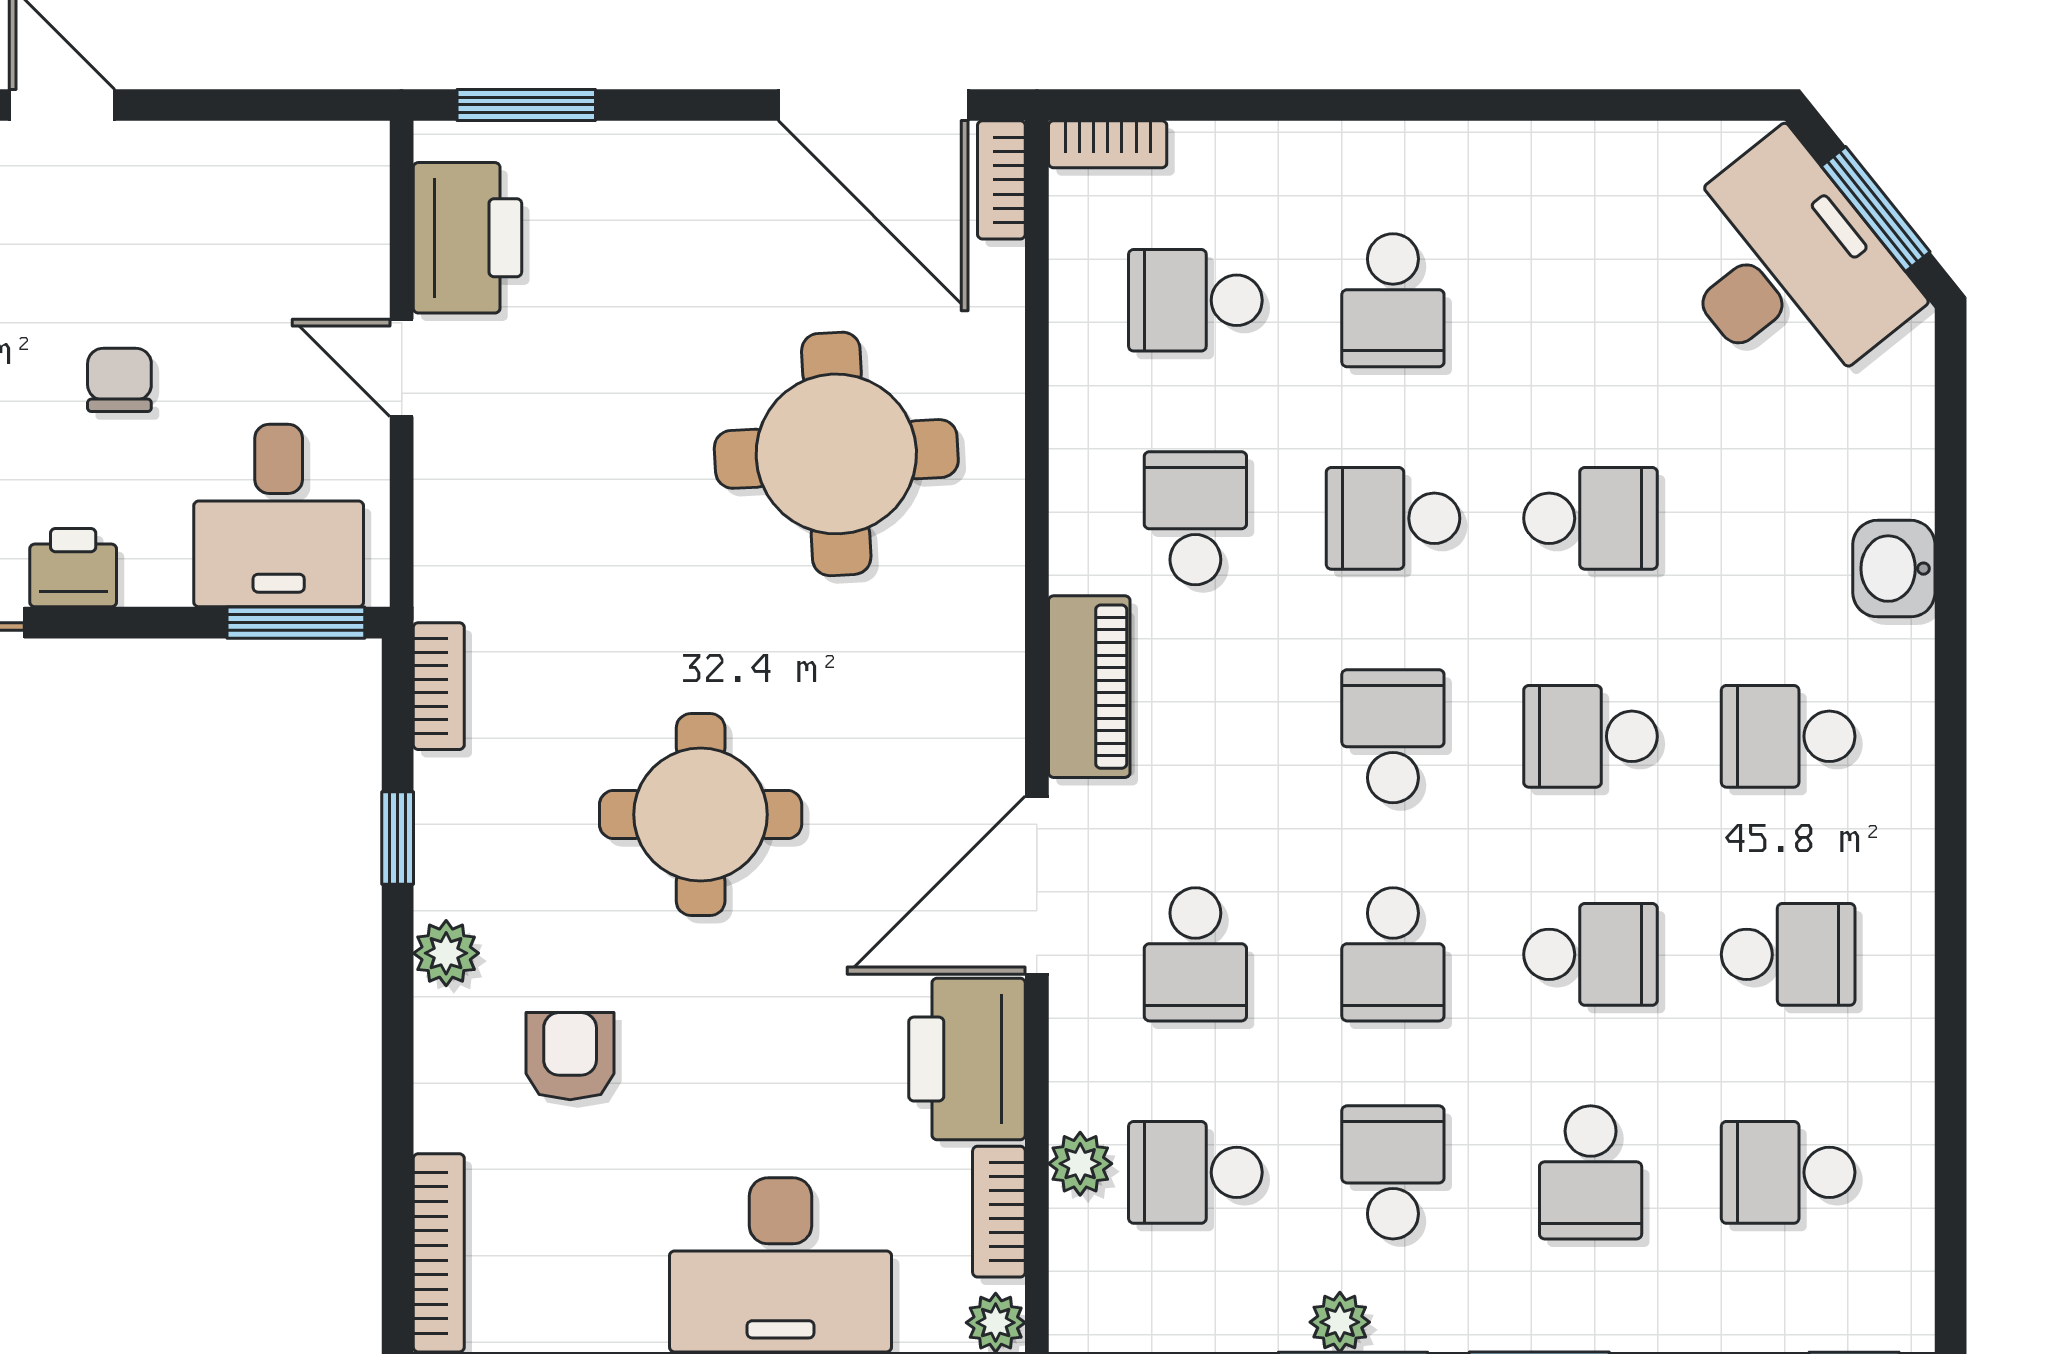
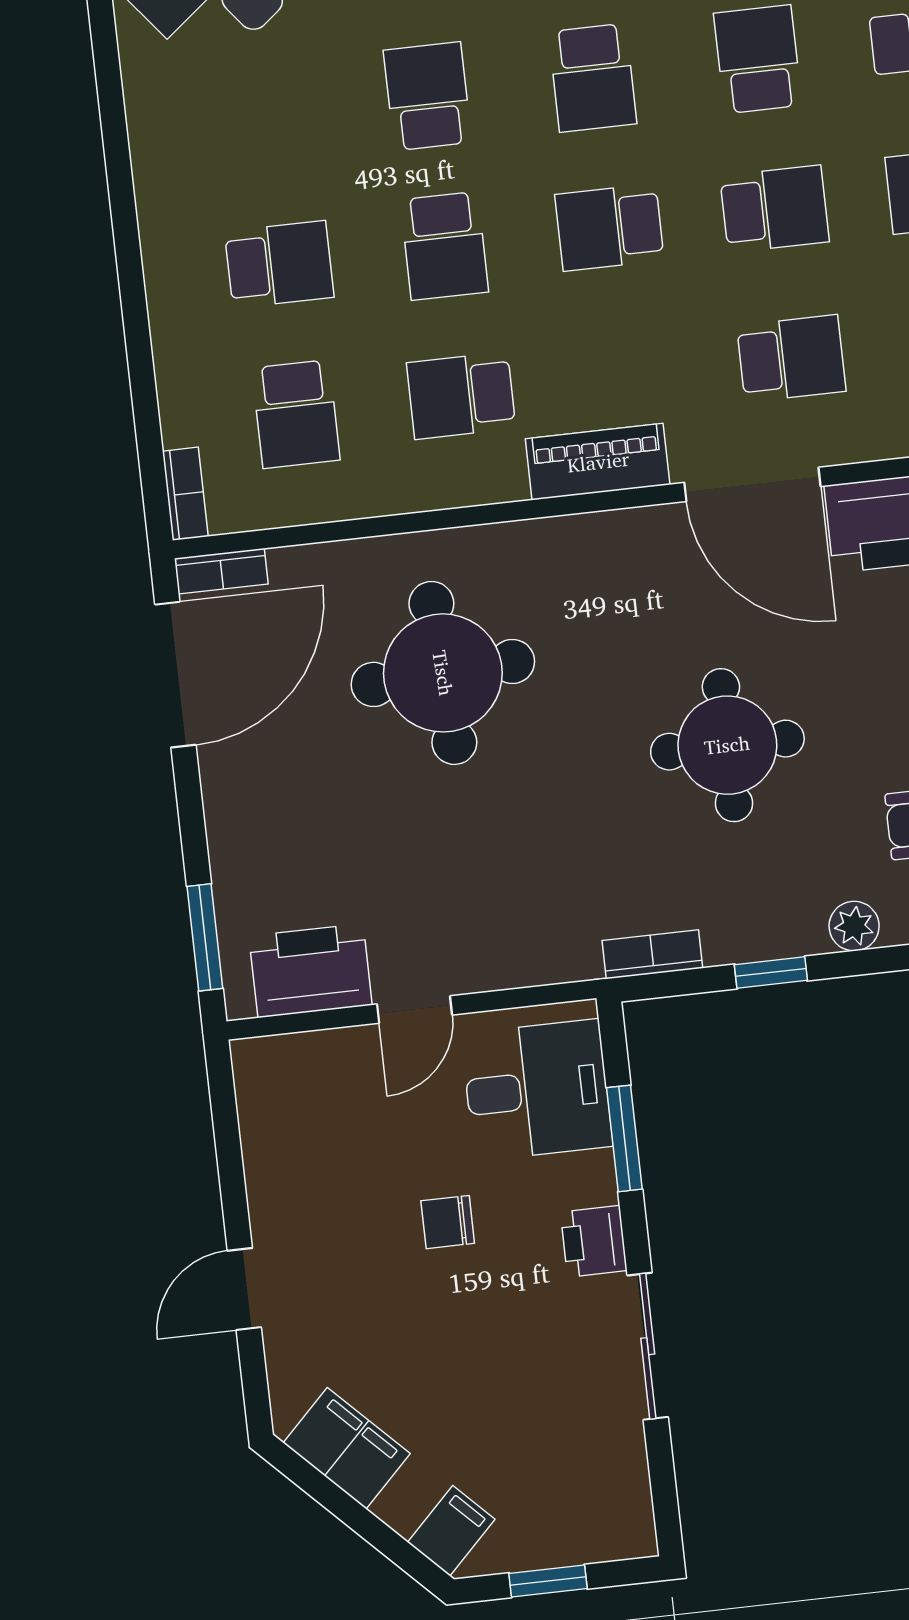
window: (296, 623) -> (624, 1138), moved

